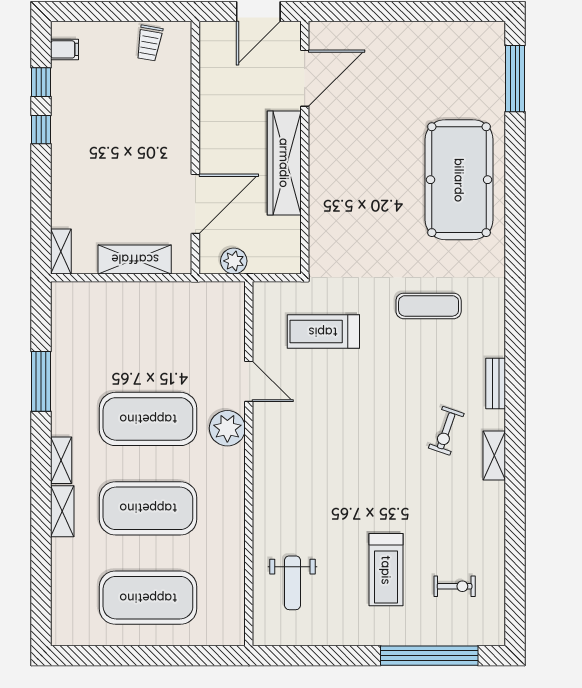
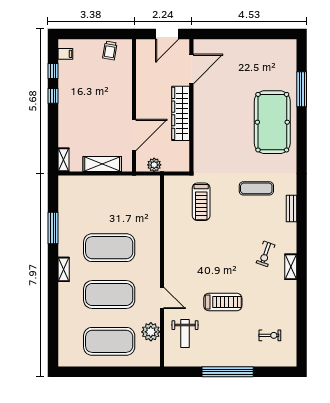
window: (515, 79) -> (302, 89), moved
treadmill: (323, 332) -> (201, 202), turned -90
door: (249, 381) -> (162, 298), moved
bench: (496, 383) -> (291, 208), moved
plant: (227, 428) -> (151, 332), moved
shelving: (62, 511) -> (64, 296), removed
treadmill: (386, 570) -> (223, 302), moved, turned -90
window: (429, 656) -> (228, 372), moved

